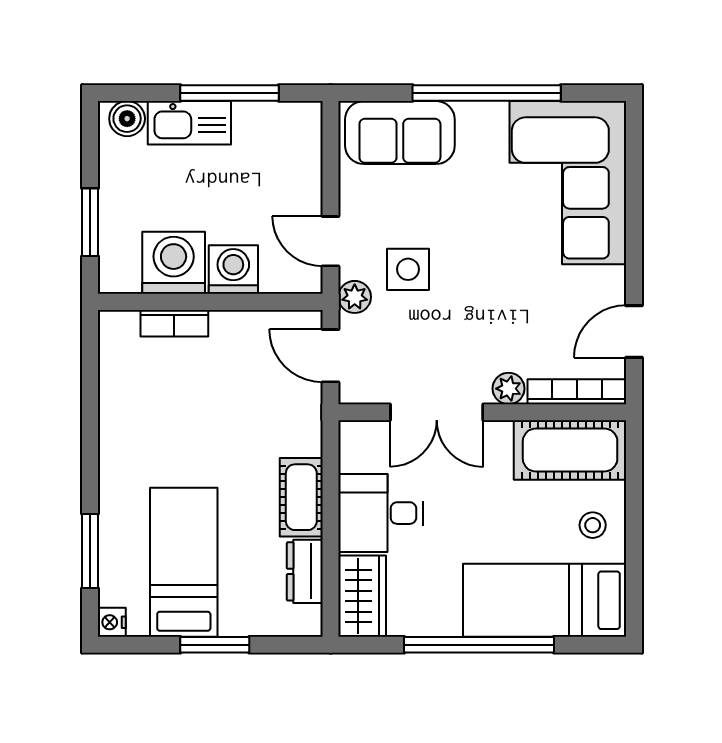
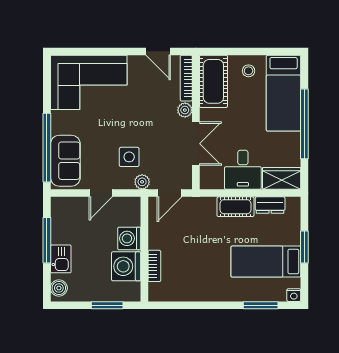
window: (487, 93) -> (47, 148), moved
kitchen sink: (189, 123) -> (61, 259), width x0.73
door: (331, 241) -> (101, 193), moved

